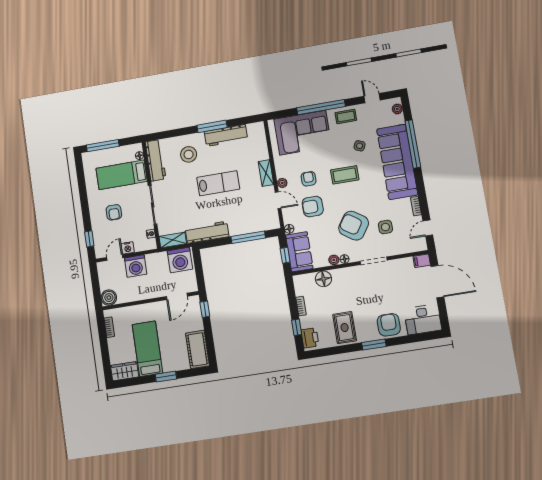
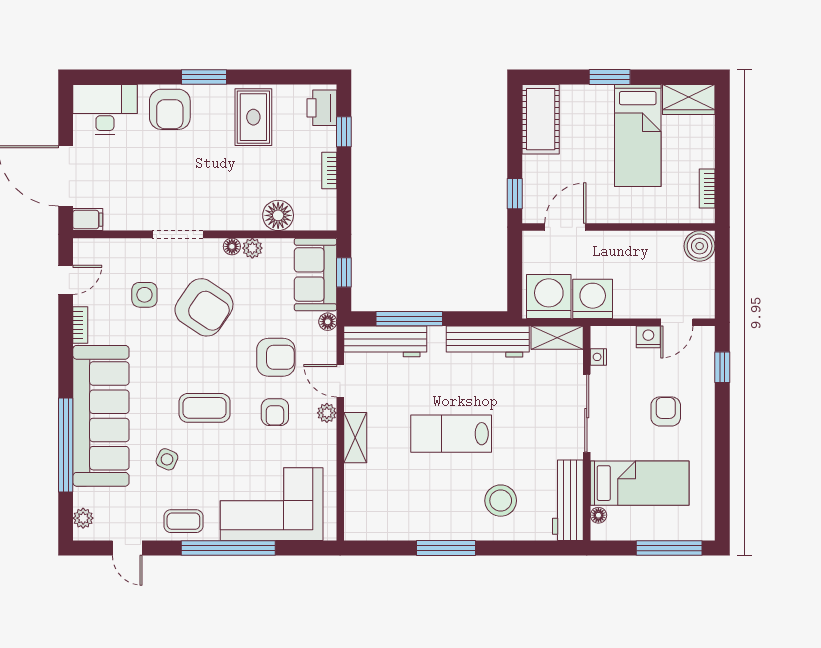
workbench: (226, 135) -> (385, 341), moved, turned 180
washing machine: (136, 266) -> (593, 299), moved

